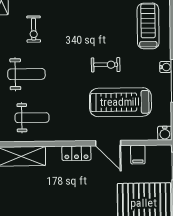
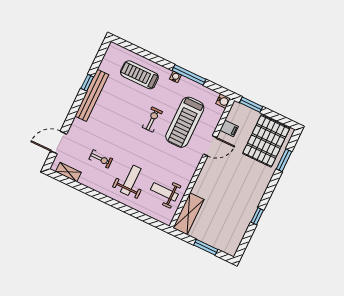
weight bench: (32, 118) -> (164, 192), turned -90
locker: (76, 153) -> (206, 172), removed

